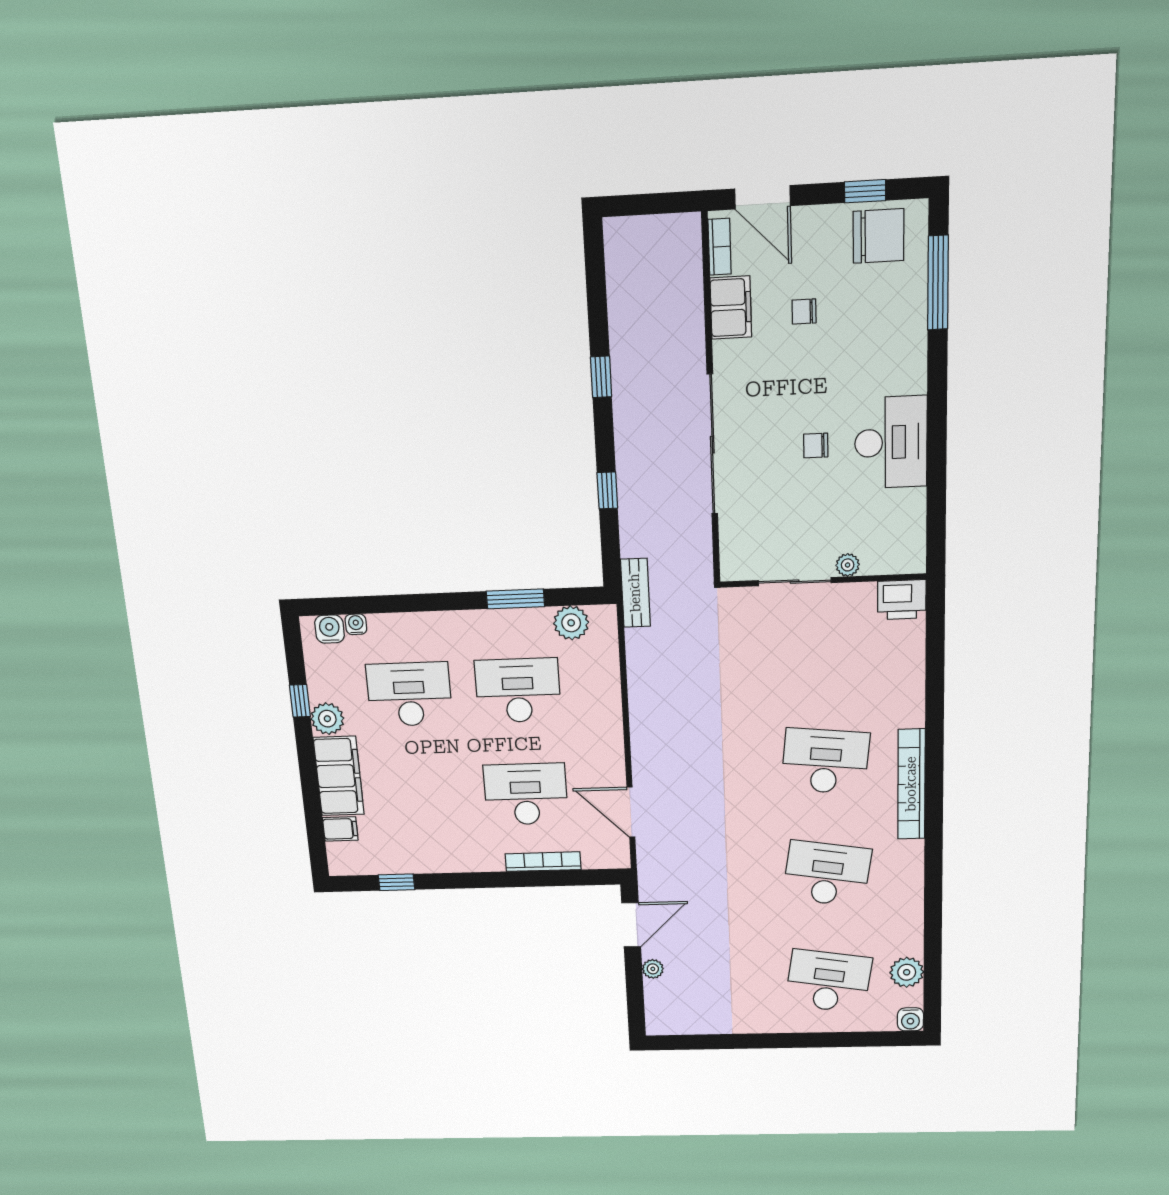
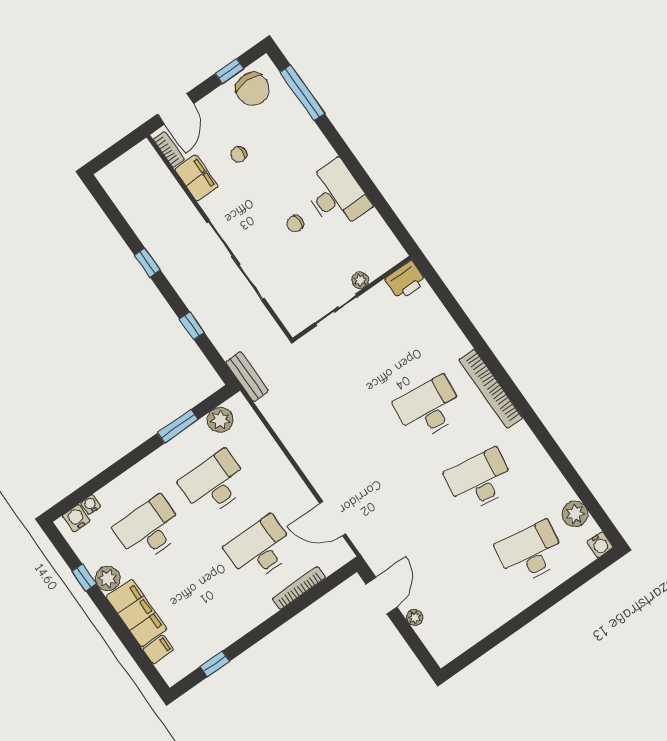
door: (762, 197) -> (176, 109), hinge flipped
chair: (878, 236) -> (253, 89), turned 90

